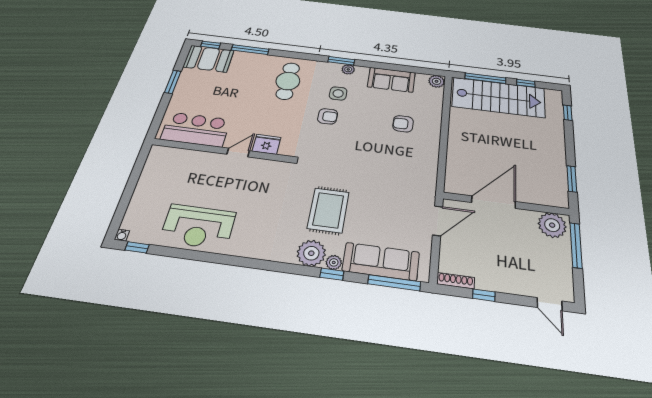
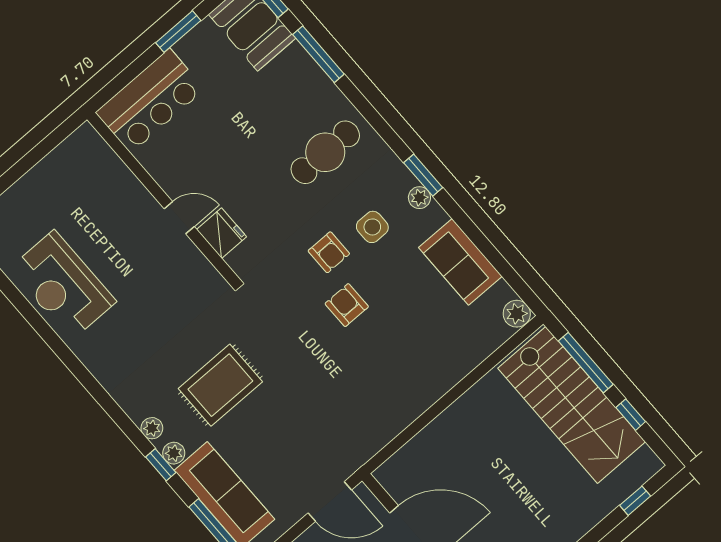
armchair: (403, 124) -> (347, 305), moved
bar counter: (196, 129) -> (150, 101), moved, turned 90
plant: (311, 253) -> (152, 428), width x0.53, depth x0.53

